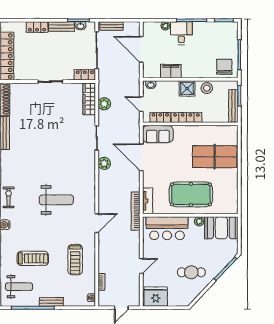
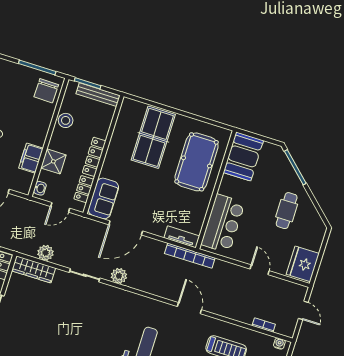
chair: (224, 67) -> (46, 91), turned -89
shower: (187, 88) -> (53, 161), moved
pool table: (191, 194) -> (197, 162), moved
plant: (199, 221) -> (227, 181), removed

